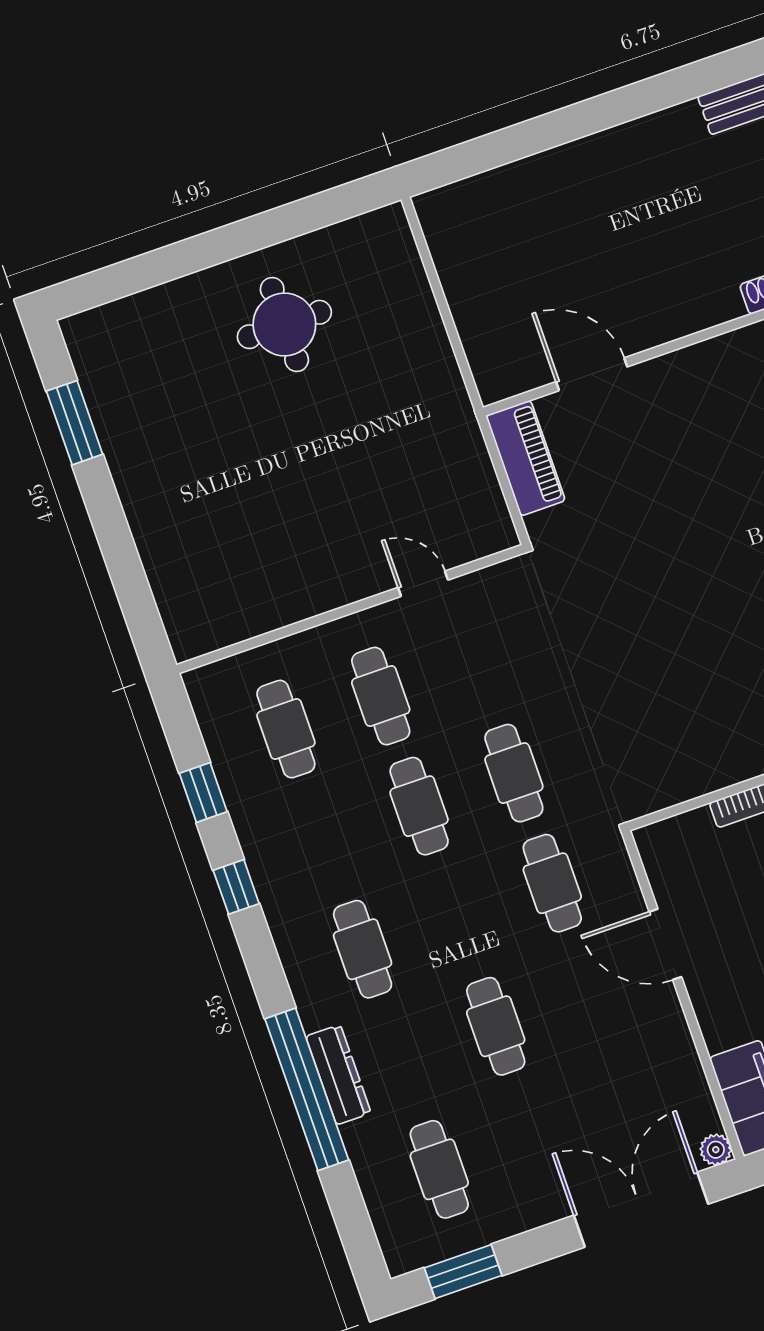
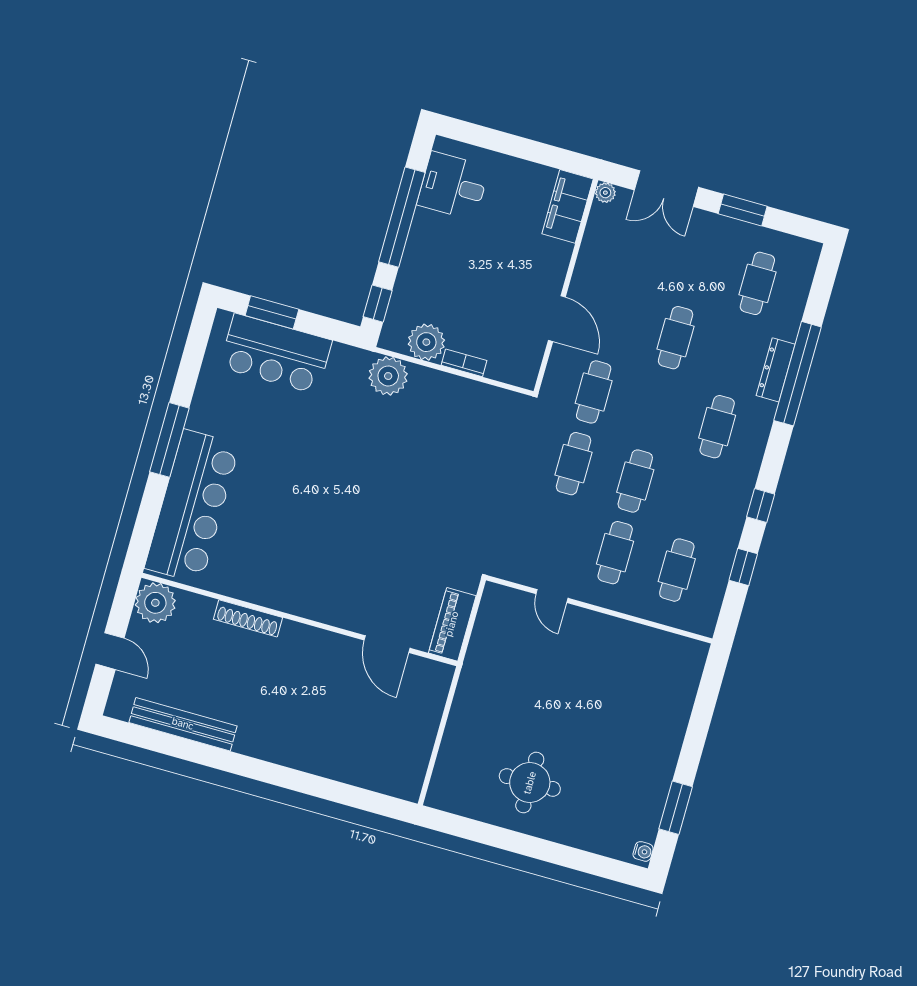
water cooler: (77, 337) -> (643, 851), added
double door: (641, 1210) -> (666, 189), width x0.73
window: (463, 1272) -> (743, 210), moved

